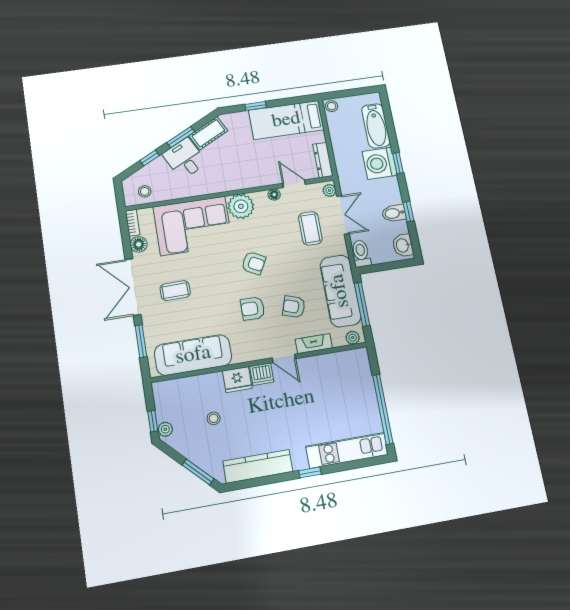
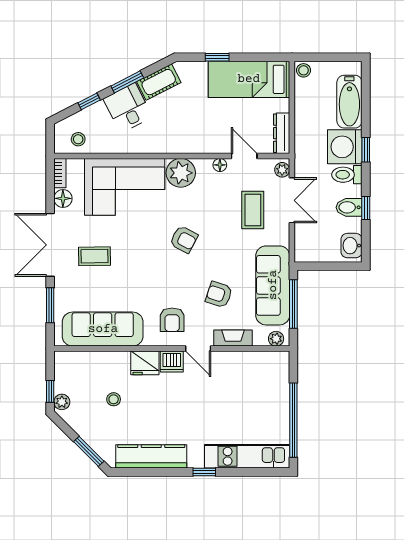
toilet: (361, 253) -> (347, 175), moved, turned -90
armchair: (253, 308) -> (172, 320), moved, turned -90

